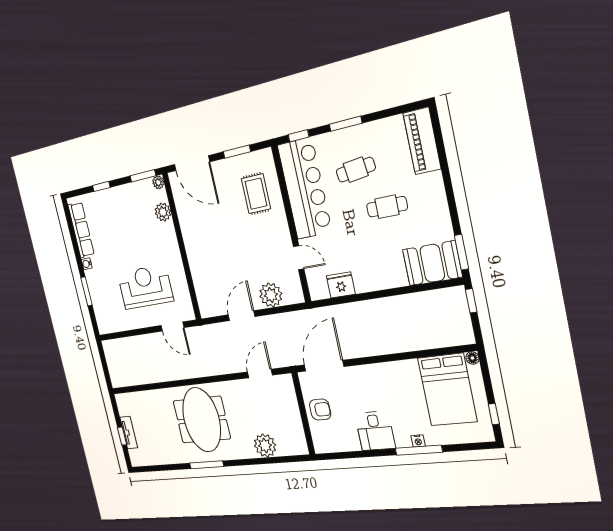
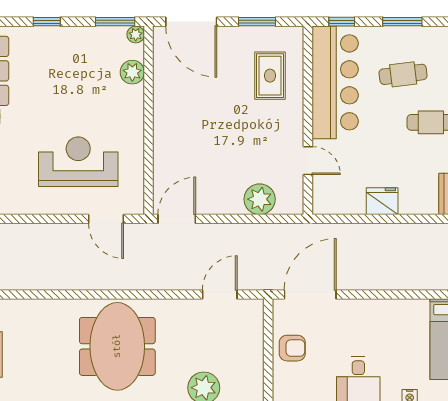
fridge: (341, 285) -> (382, 201), moved
door: (242, 316) -> (177, 219), moved

